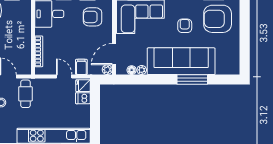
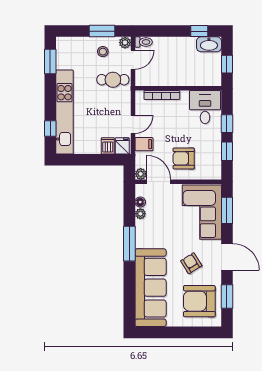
armchair: (93, 17) -> (184, 158), moved, turned -90
armchair: (218, 19) -> (199, 301), turned -90
armchair: (185, 26) -> (191, 263), turned -122
sofa: (181, 61) -> (151, 288), moved
window: (192, 80) -> (129, 244), moved

